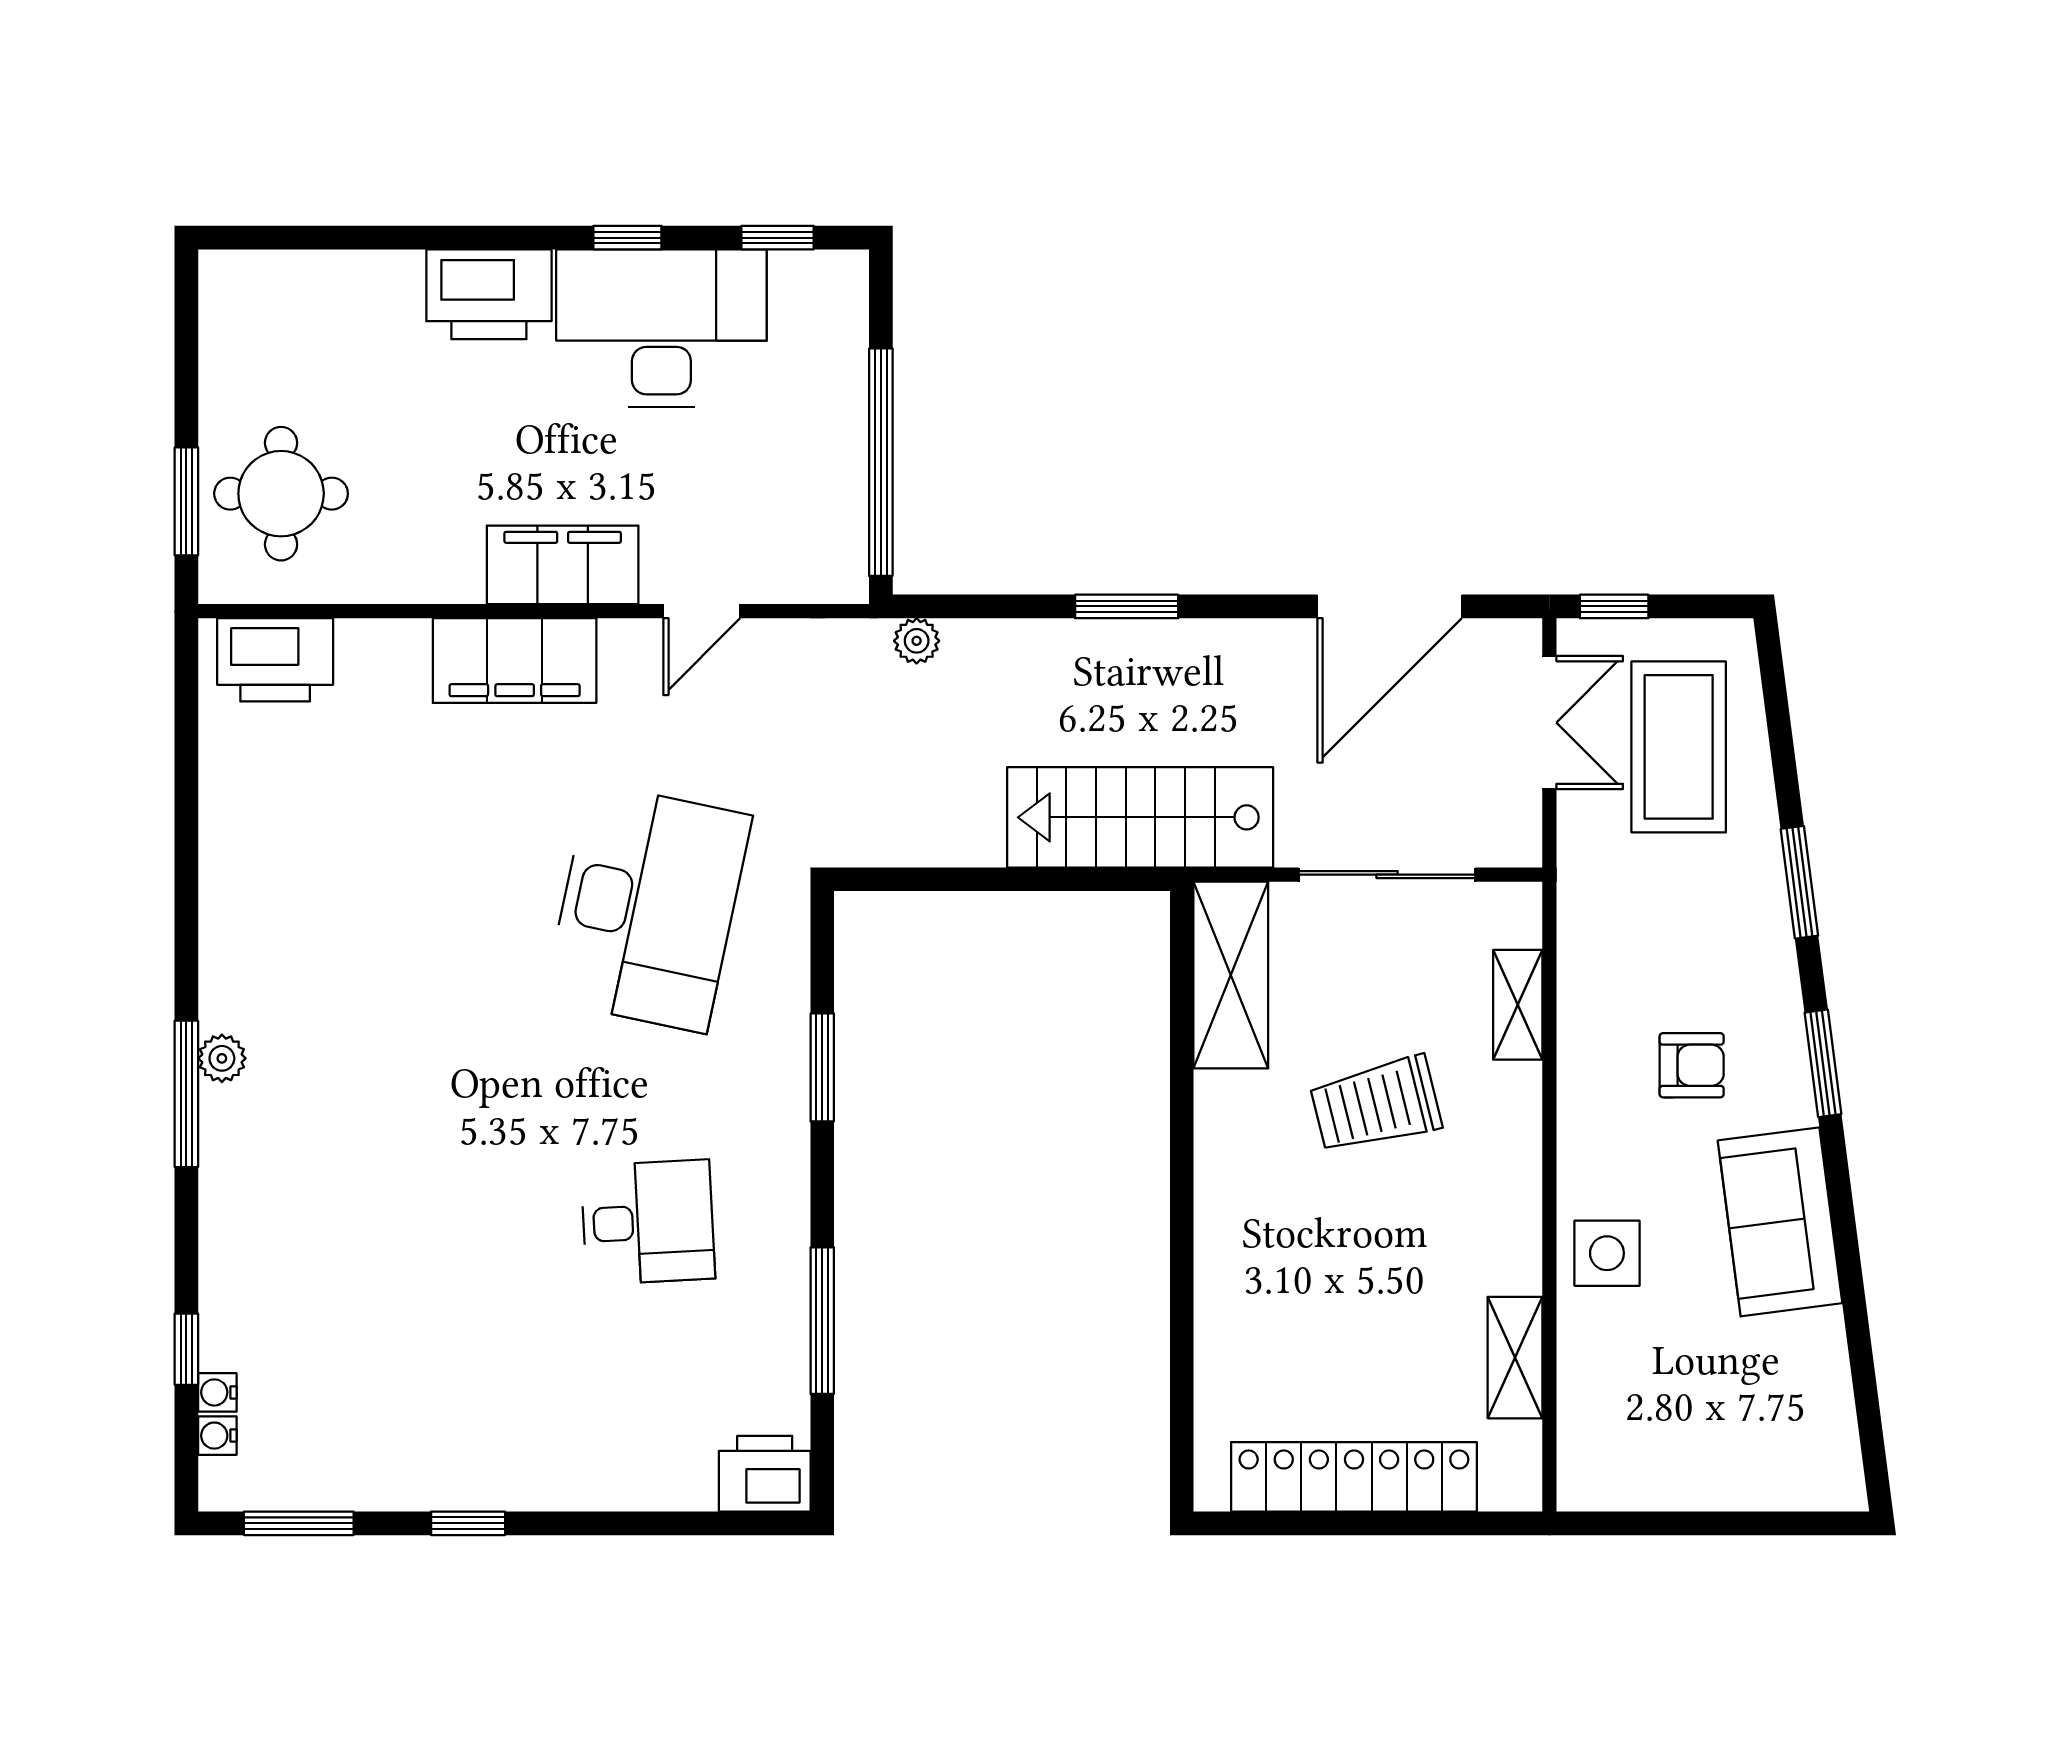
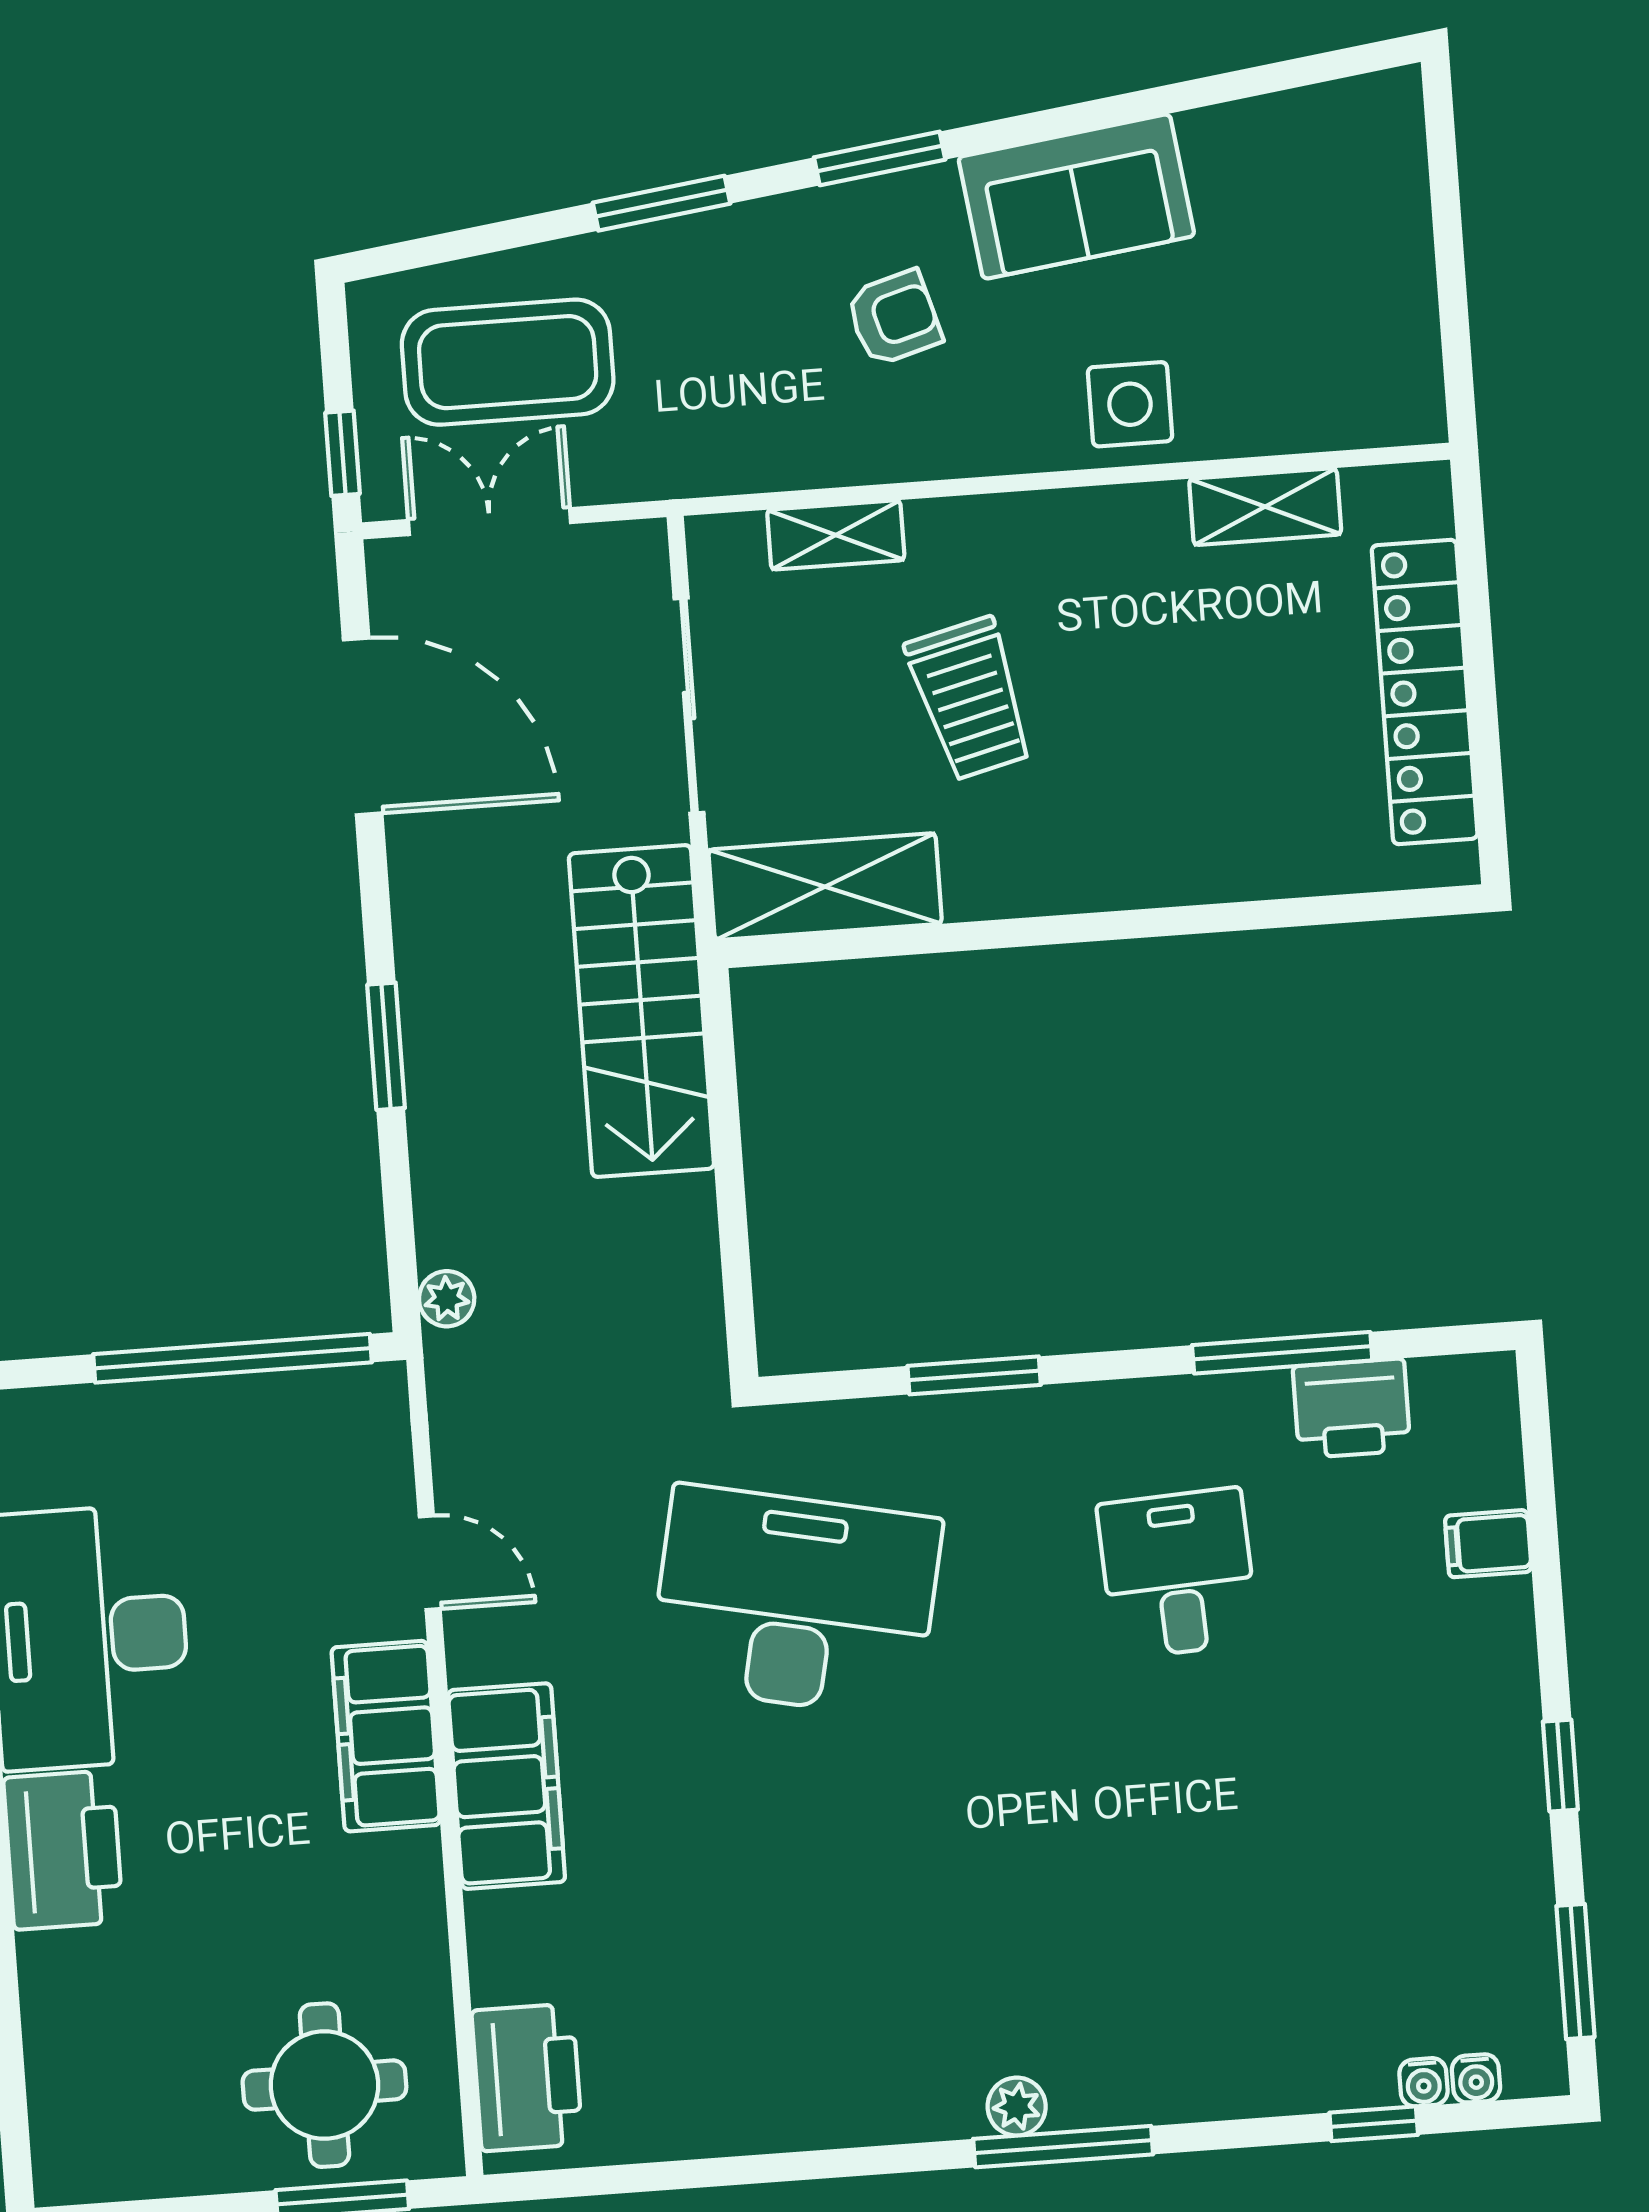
armchair: (1692, 1065) -> (894, 318), turned 74
printer: (765, 1474) -> (1352, 1408), moved, turned -90
filing cabinet: (654, 1478) -> (1488, 1544), added

